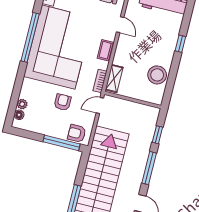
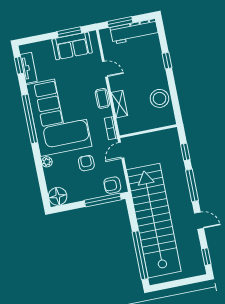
shelving: (114, 79) -> (119, 104), moved
plant: (22, 104) -> (47, 162), moved
floor lamp: (19, 115) -> (58, 196), width x1.89, depth x1.89

